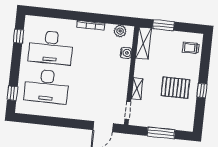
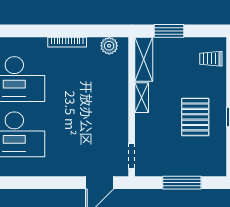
water cooler: (126, 53) -> (121, 75), removed
pallet: (175, 88) -> (195, 117), turned 90
shelving: (137, 89) -> (142, 98), moved

